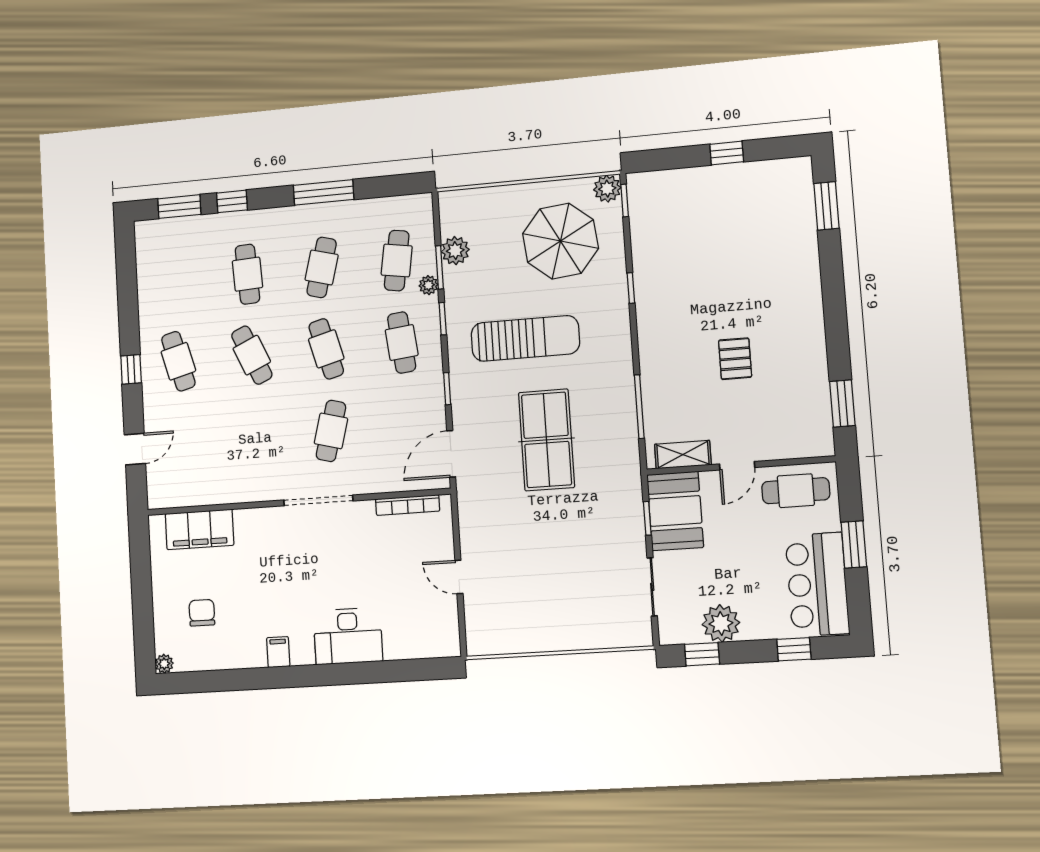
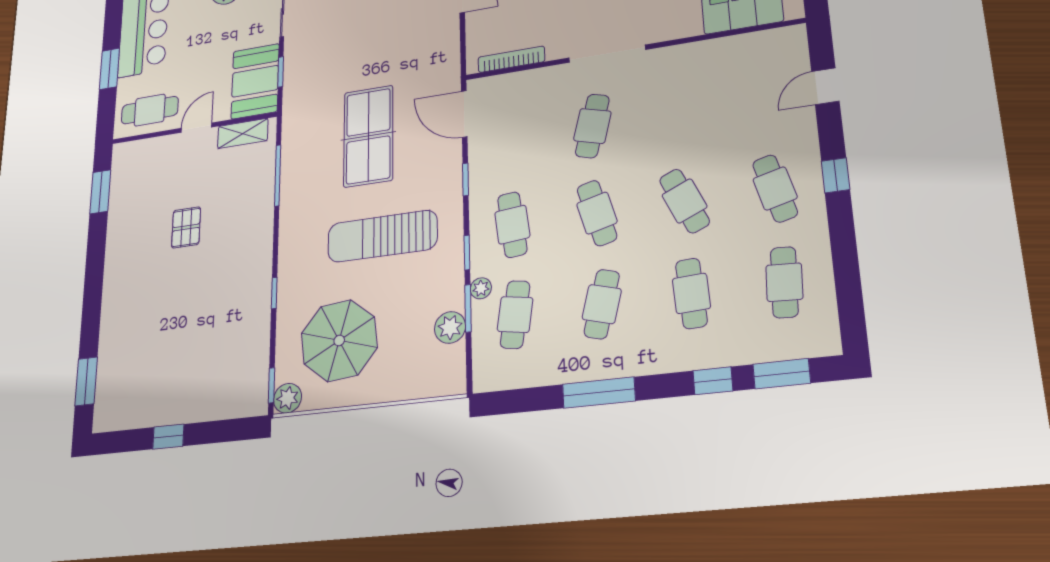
cafe table: (174, 281) -> (784, 282), added
door: (451, 454) -> (464, 114), swing flipped

